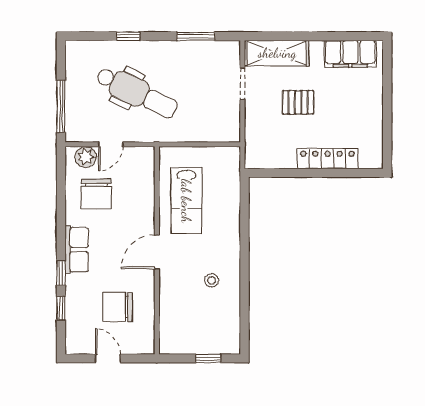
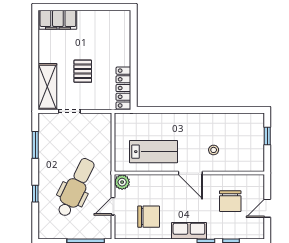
filing cabinet: (350, 54) -> (58, 20), moved, turned 90
door: (111, 144) -> (113, 206), swing flipped
plant: (86, 157) -> (122, 182), moved
locker: (327, 159) -> (123, 88), moved
stool: (212, 280) -> (214, 150), moved

